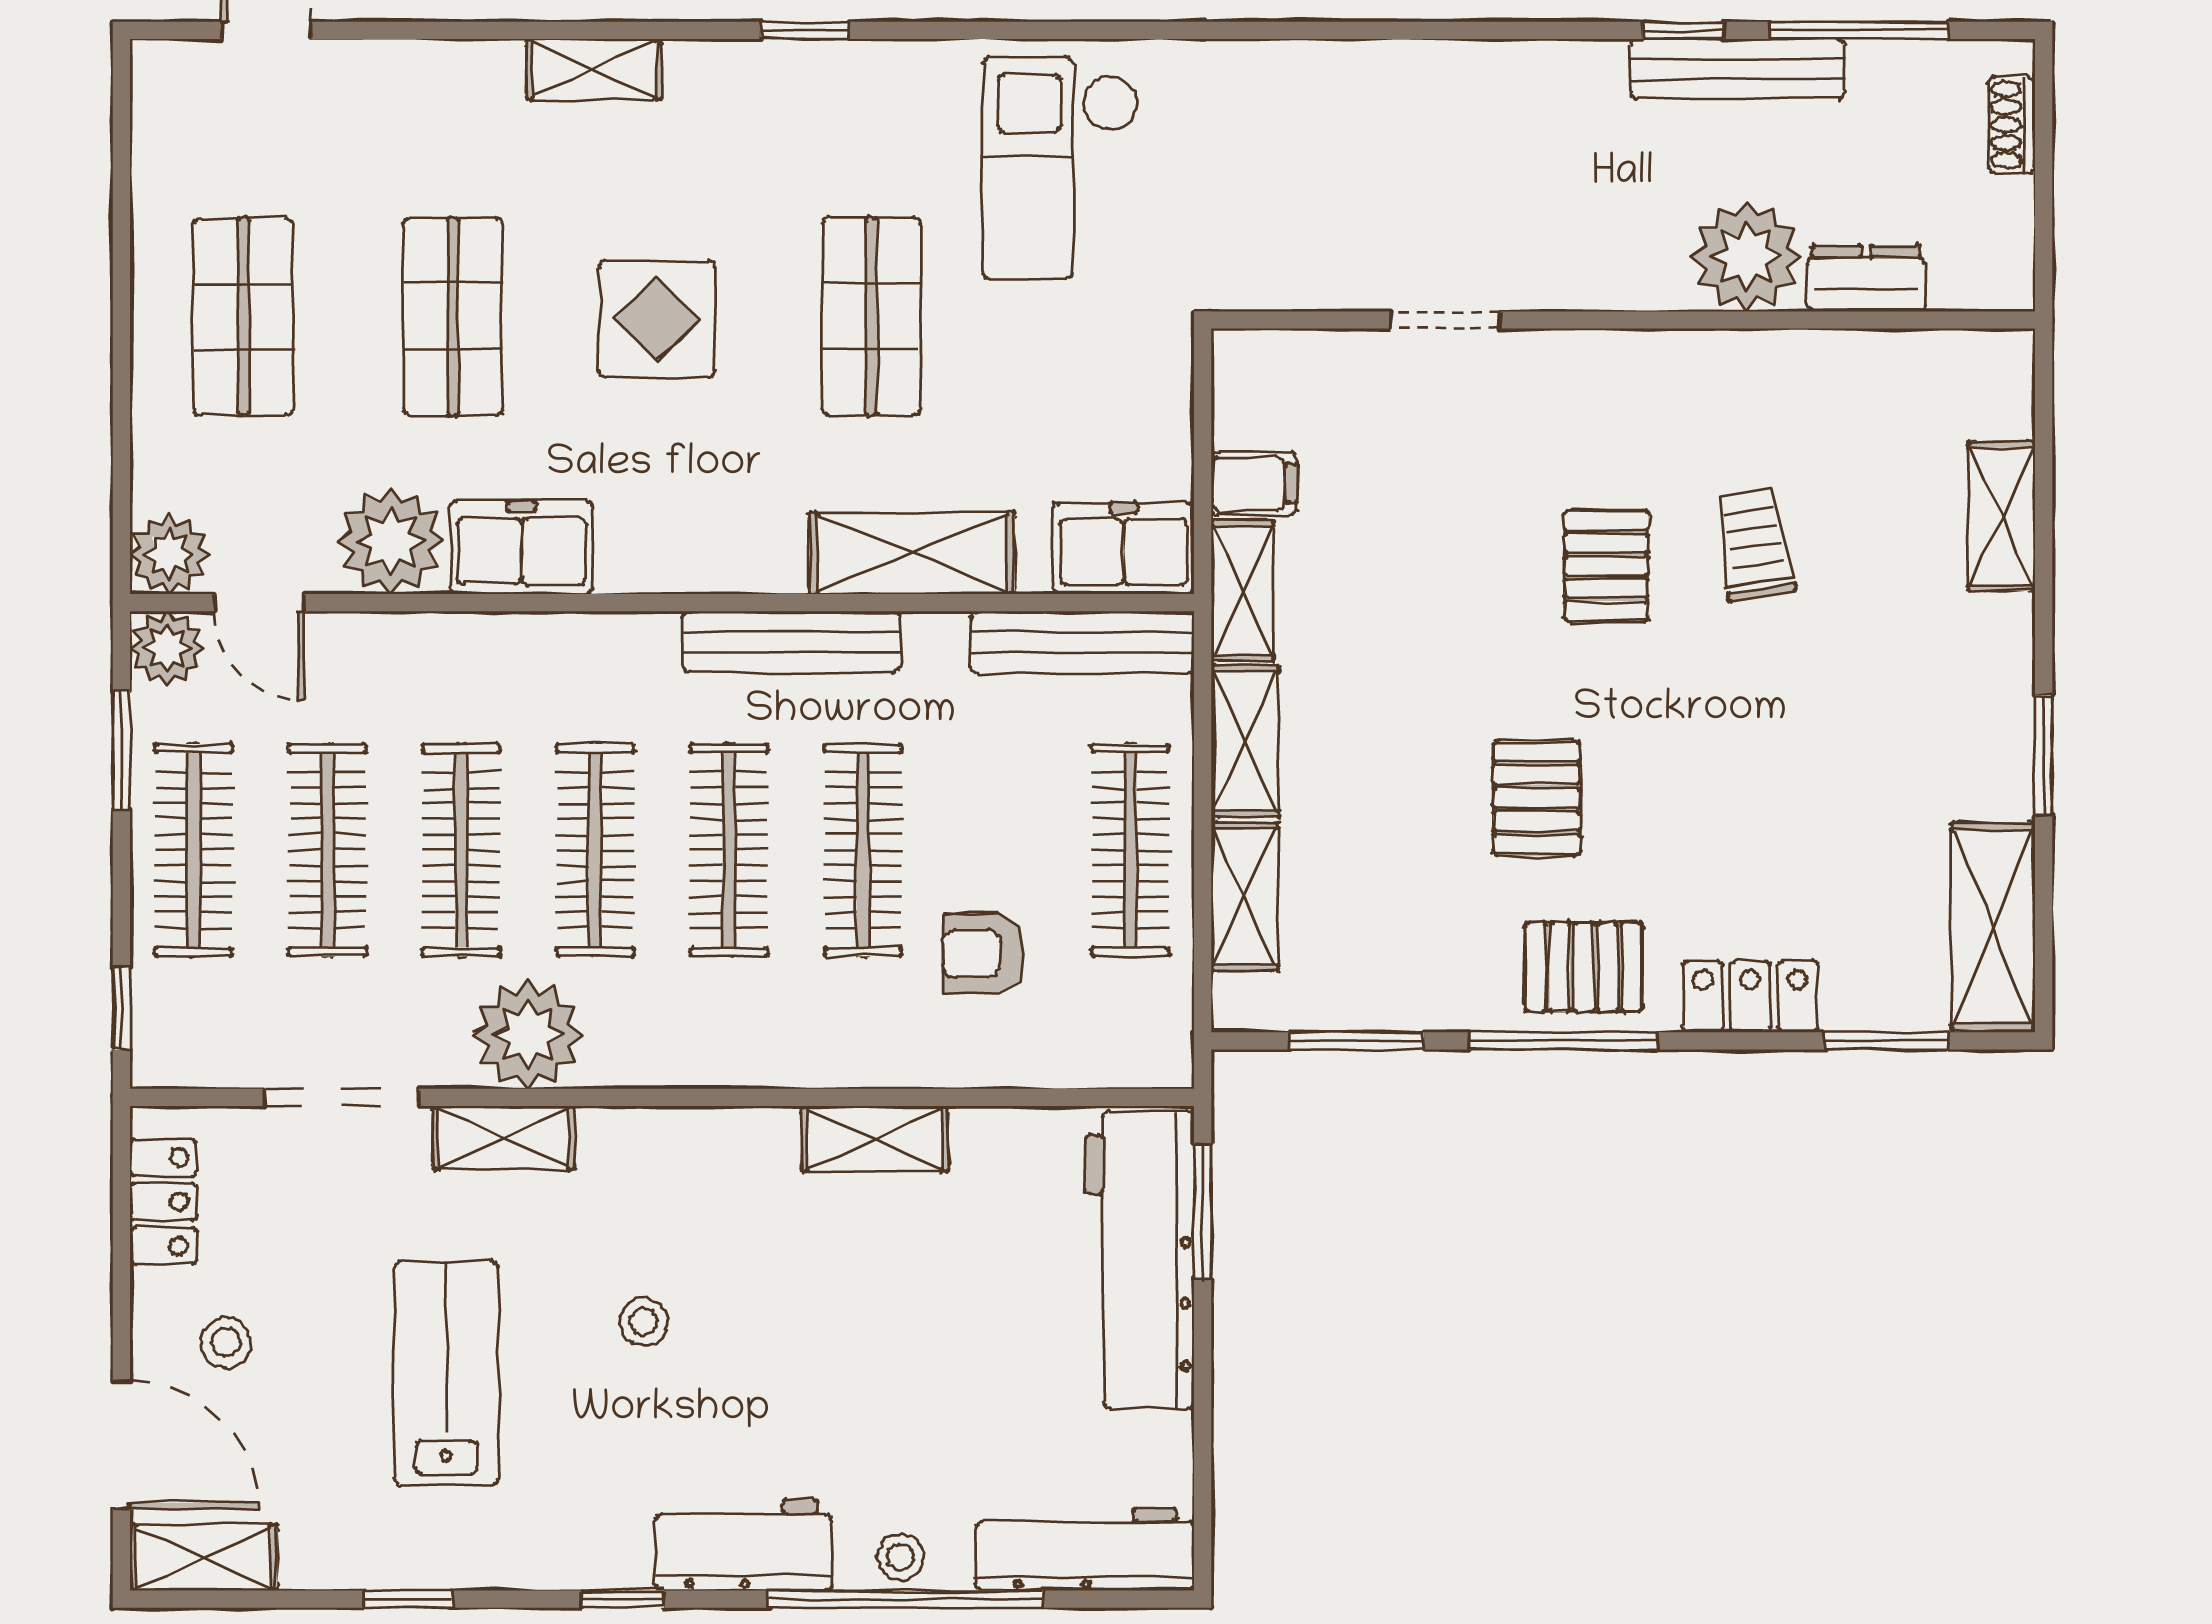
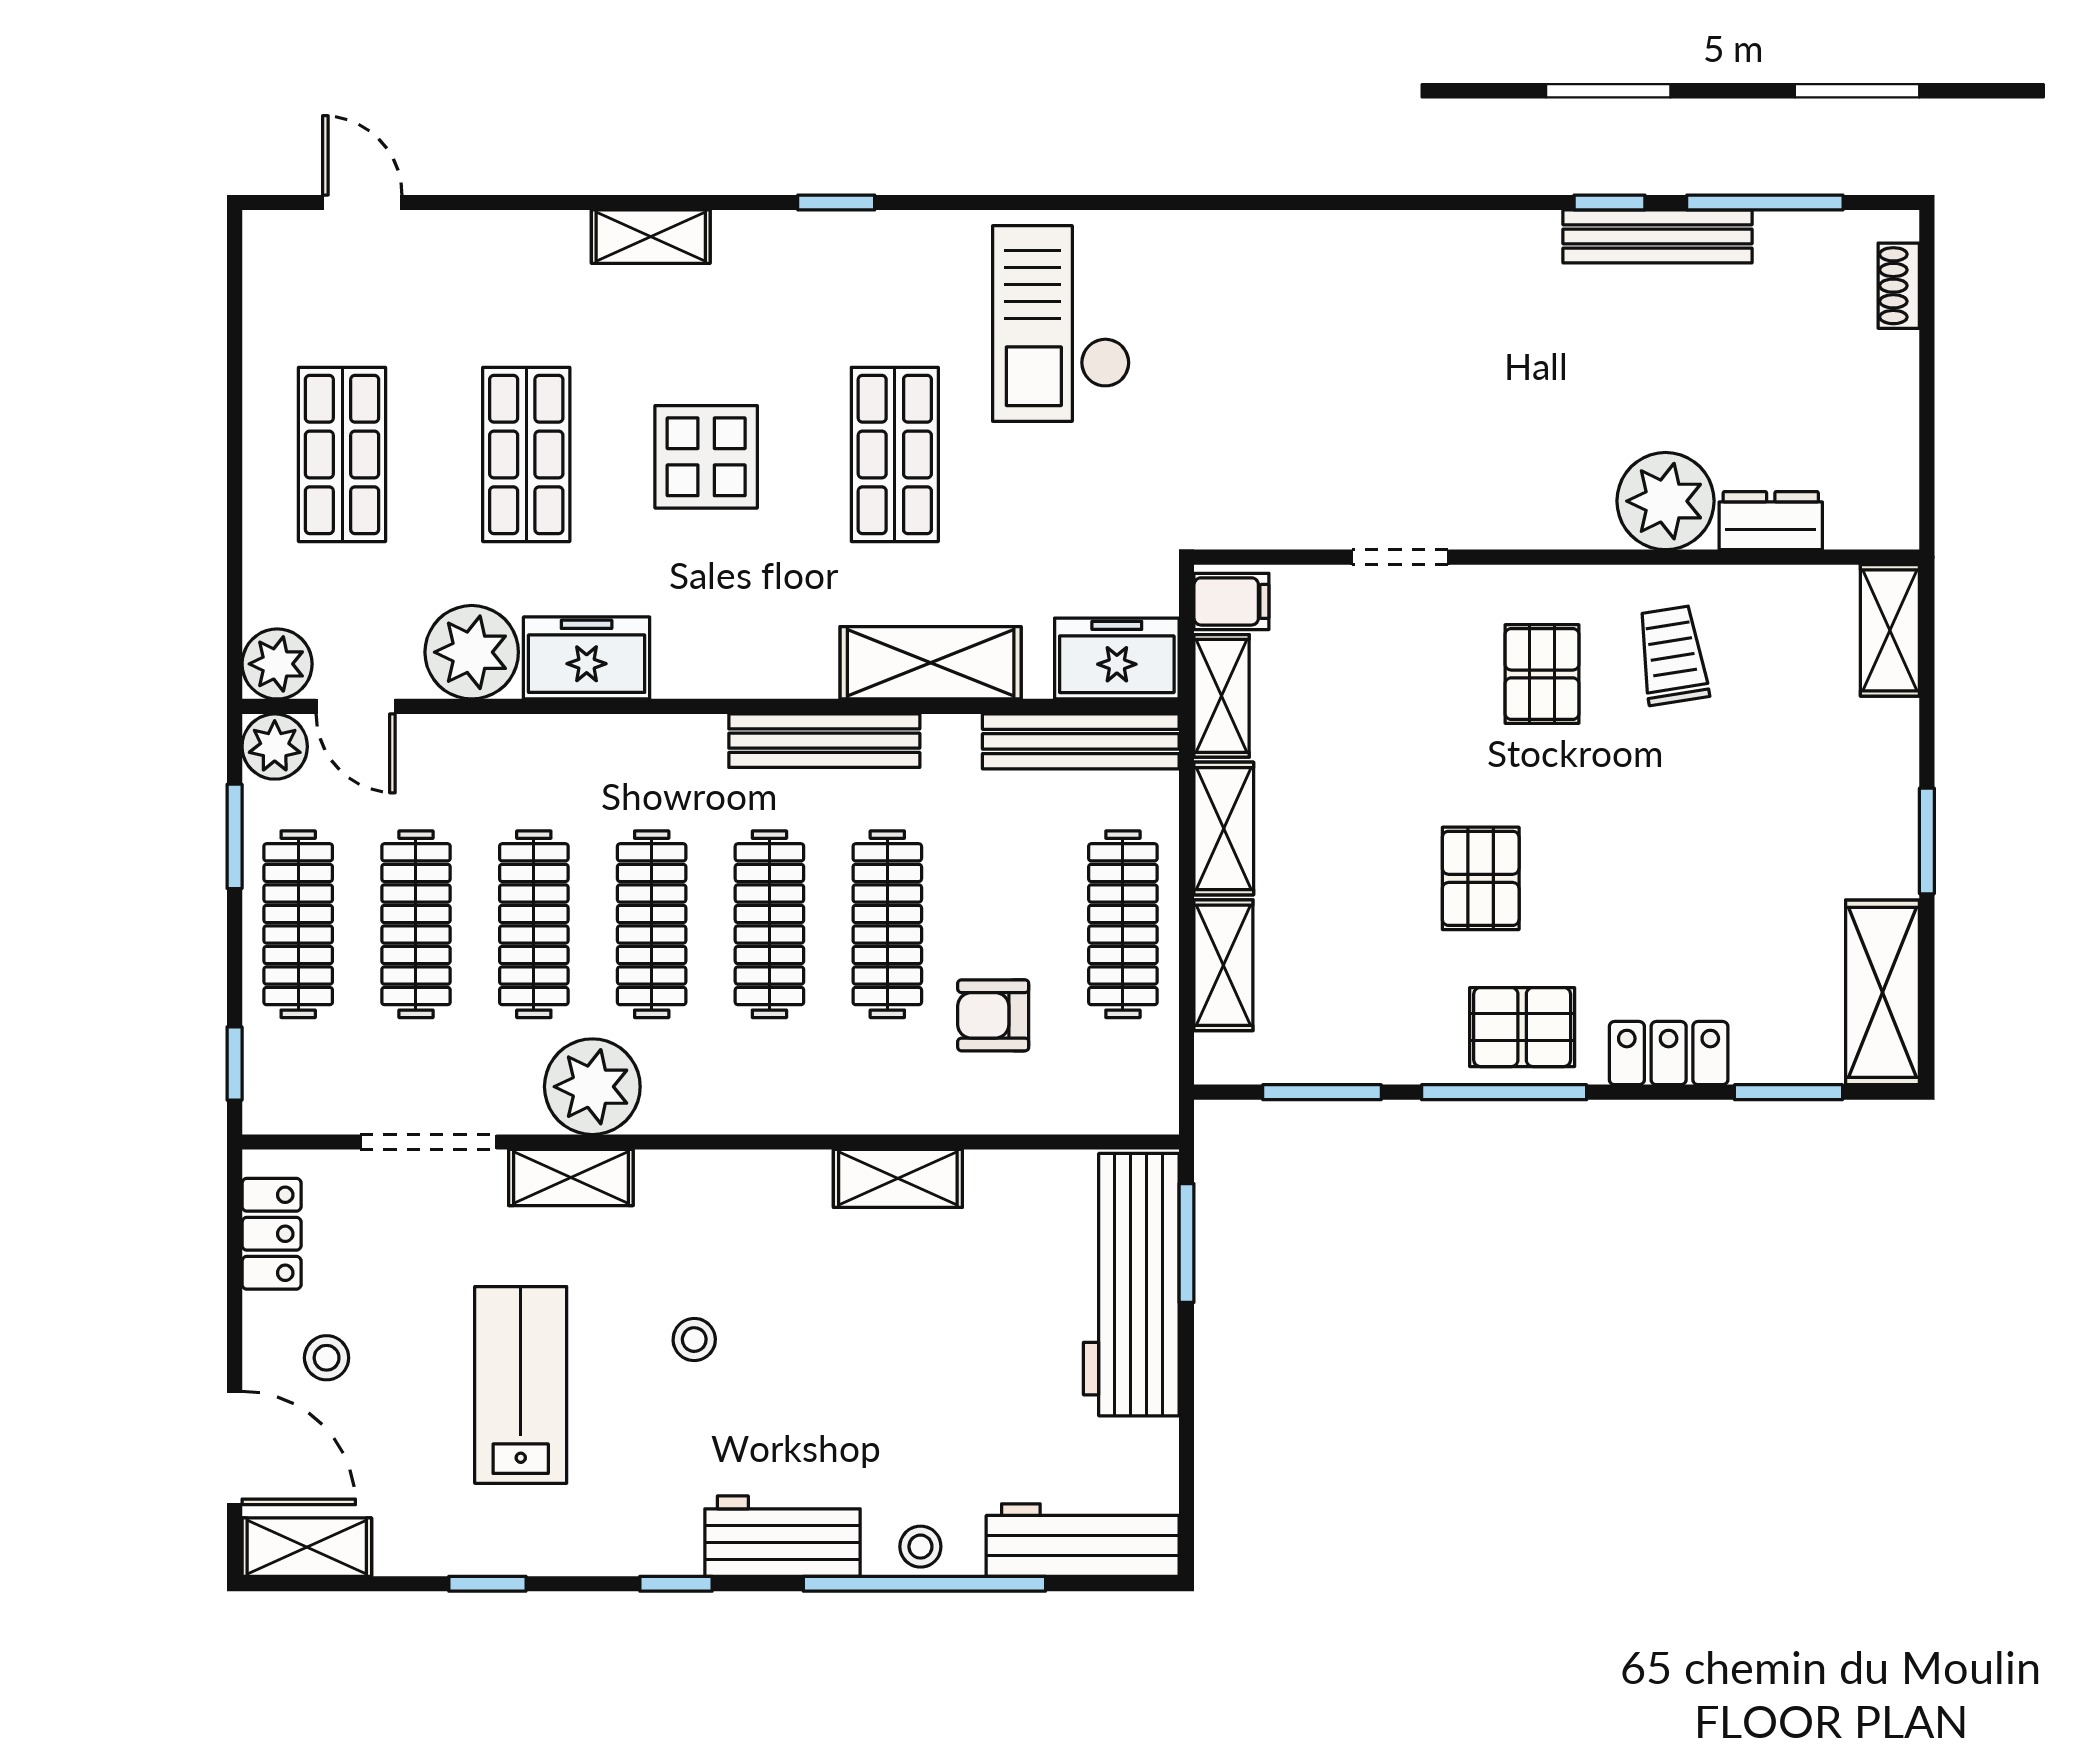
plant: (1747, 256) -> (1665, 501), moved
dresser: (1866, 279) -> (1771, 521), moved
doorway: (1445, 320) -> (1400, 557), moved
wall: (1623, 320) -> (1557, 557), moved

